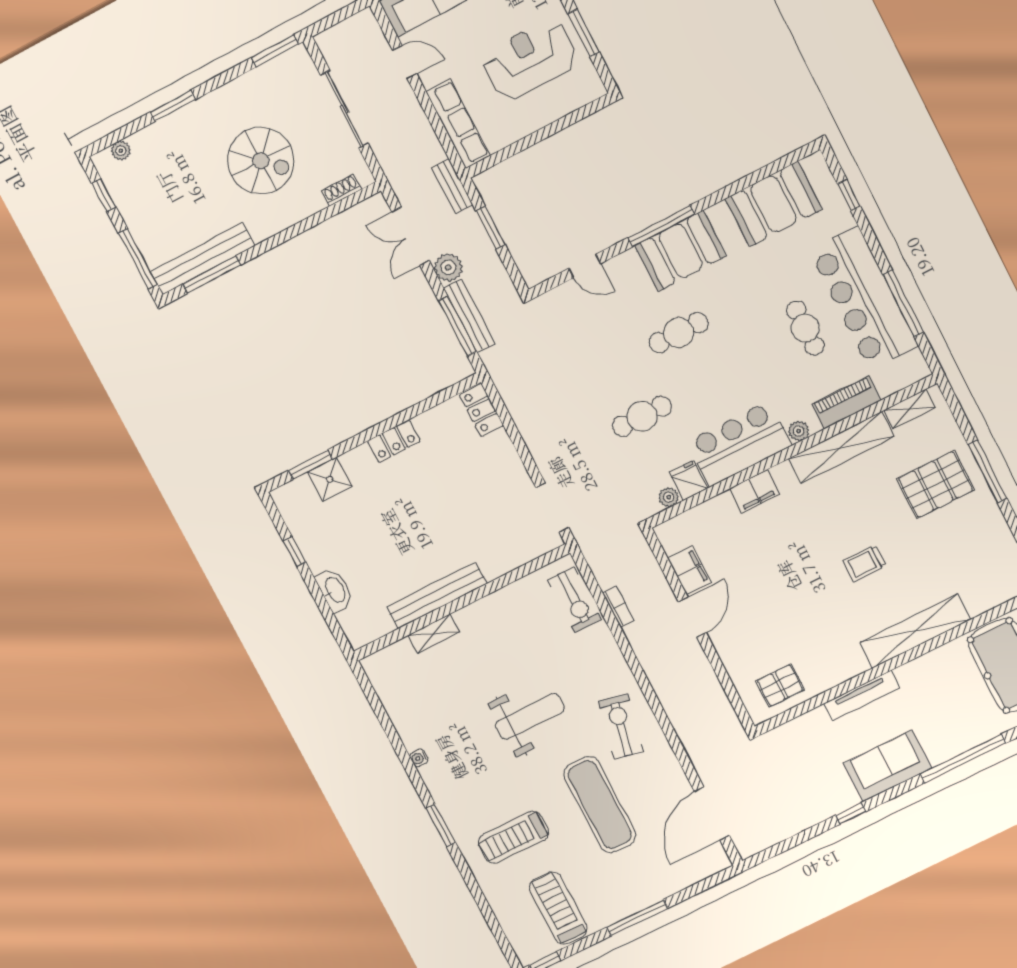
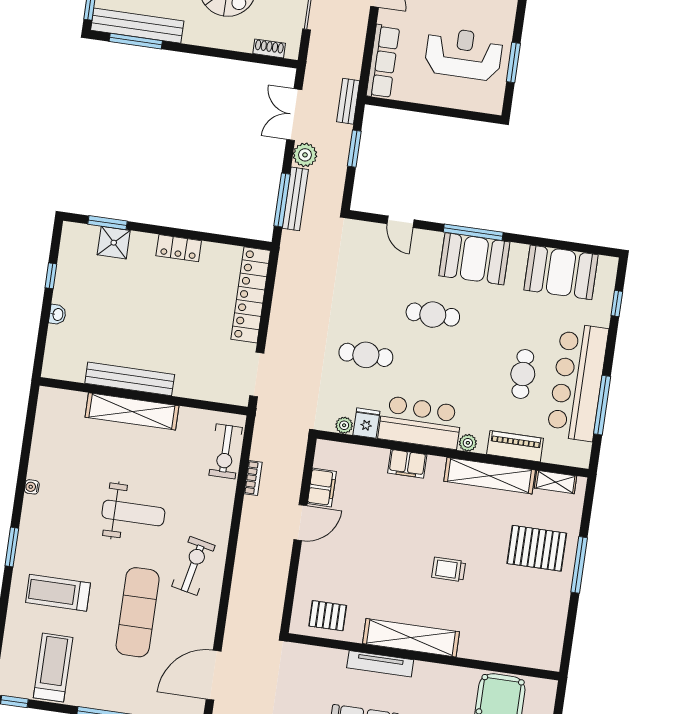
locker: (481, 410) -> (251, 295), width x2.16, depth x1.21
washbasin: (335, 590) -> (57, 314), width x0.52, depth x0.69
shelving: (915, 631) -> (411, 638), moved
shelving: (434, 634) -> (132, 411), width x2.20, depth x1.33

